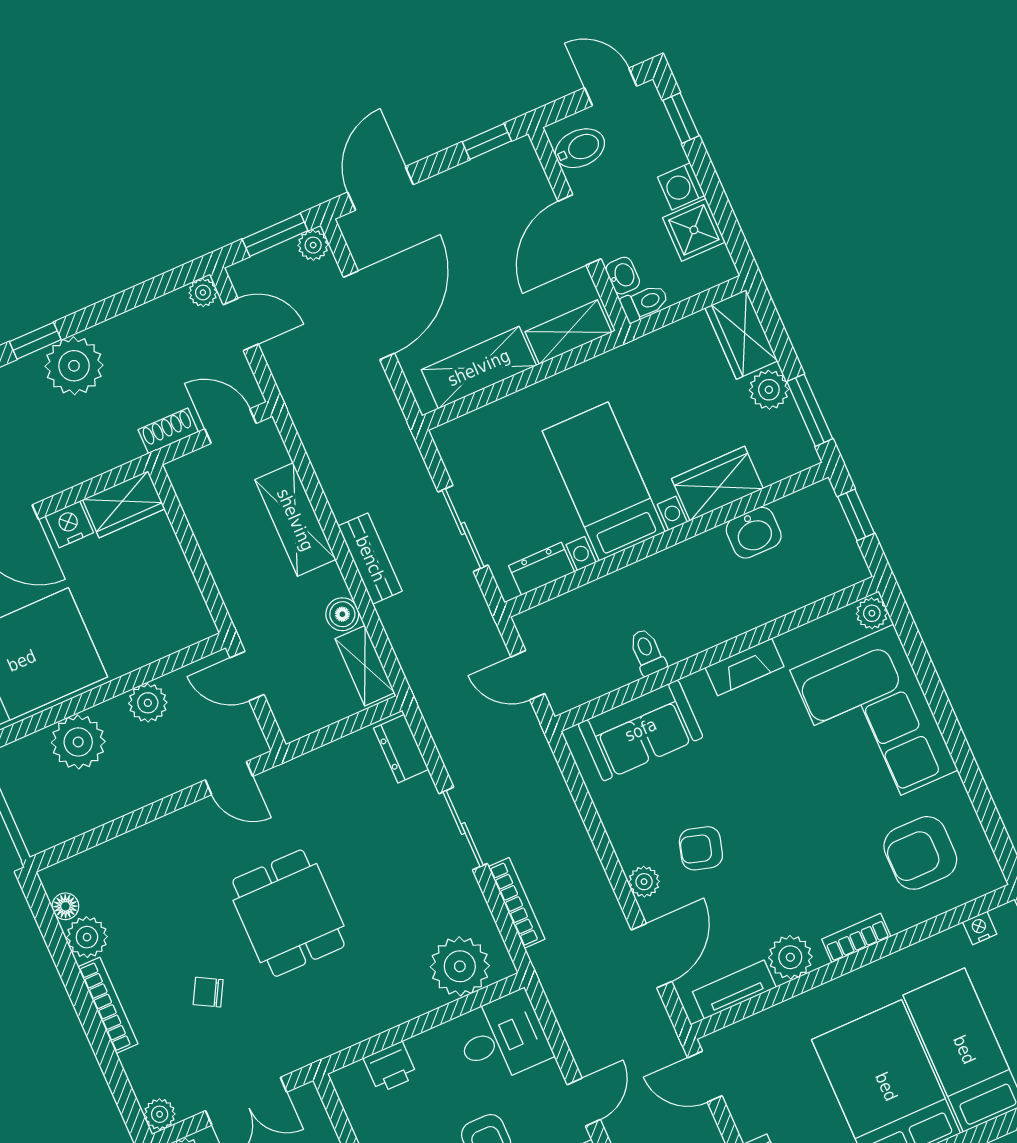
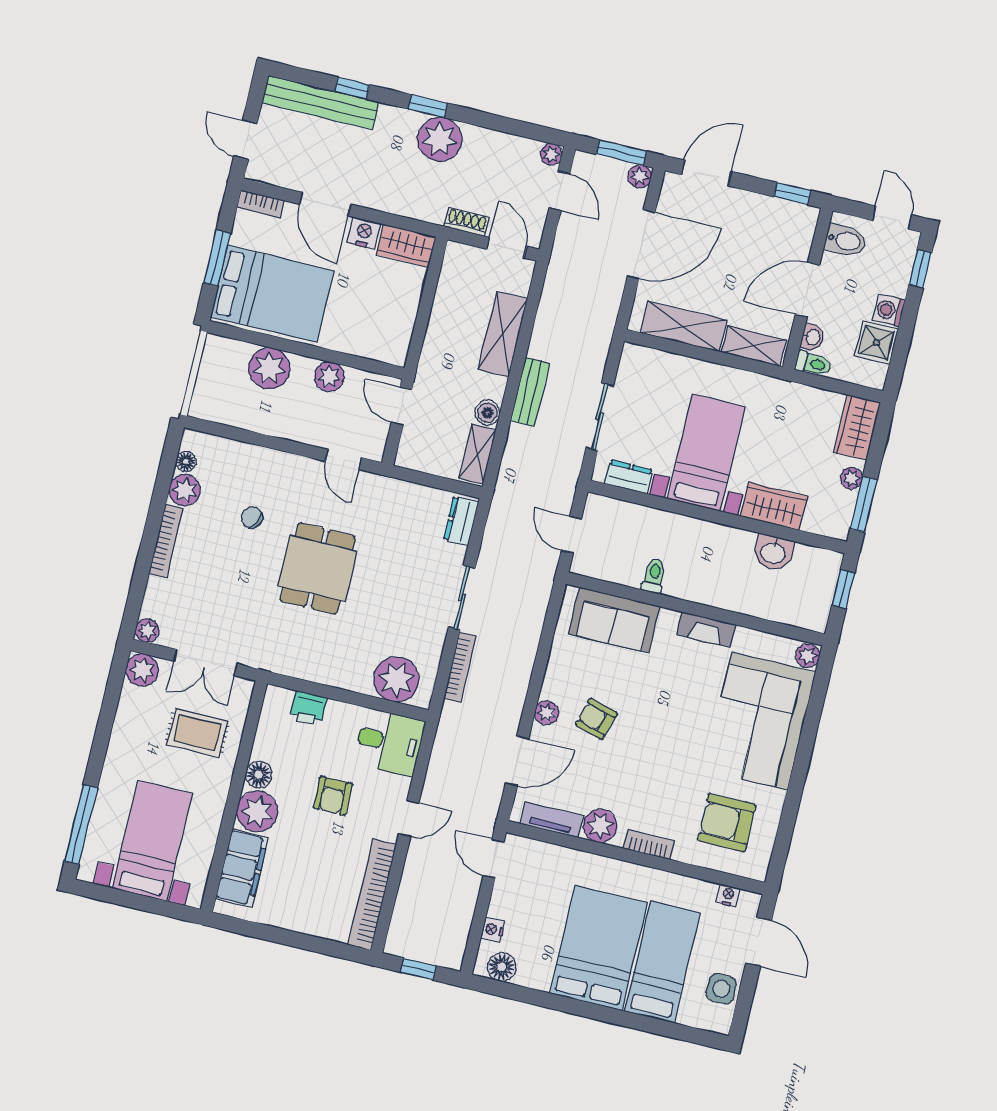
plant: (769, 390) -> (851, 478), width x0.73, depth x0.73
chair: (208, 992) -> (252, 518), moved

